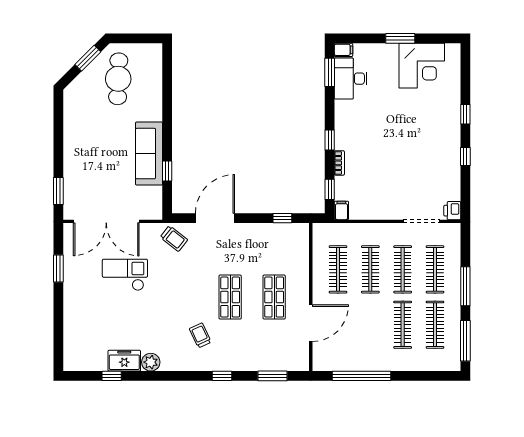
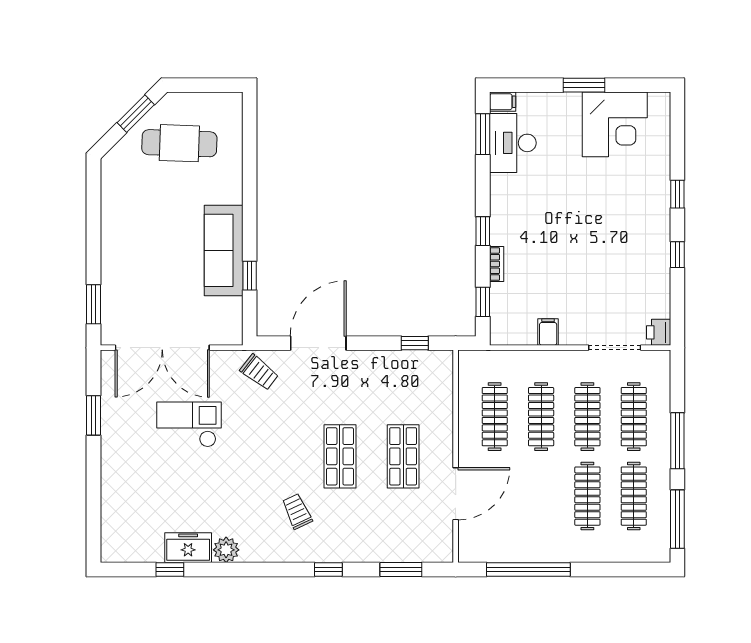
cafe table: (118, 79) -> (179, 143), turned 90
filing cabinet: (341, 210) -> (548, 332), moved

